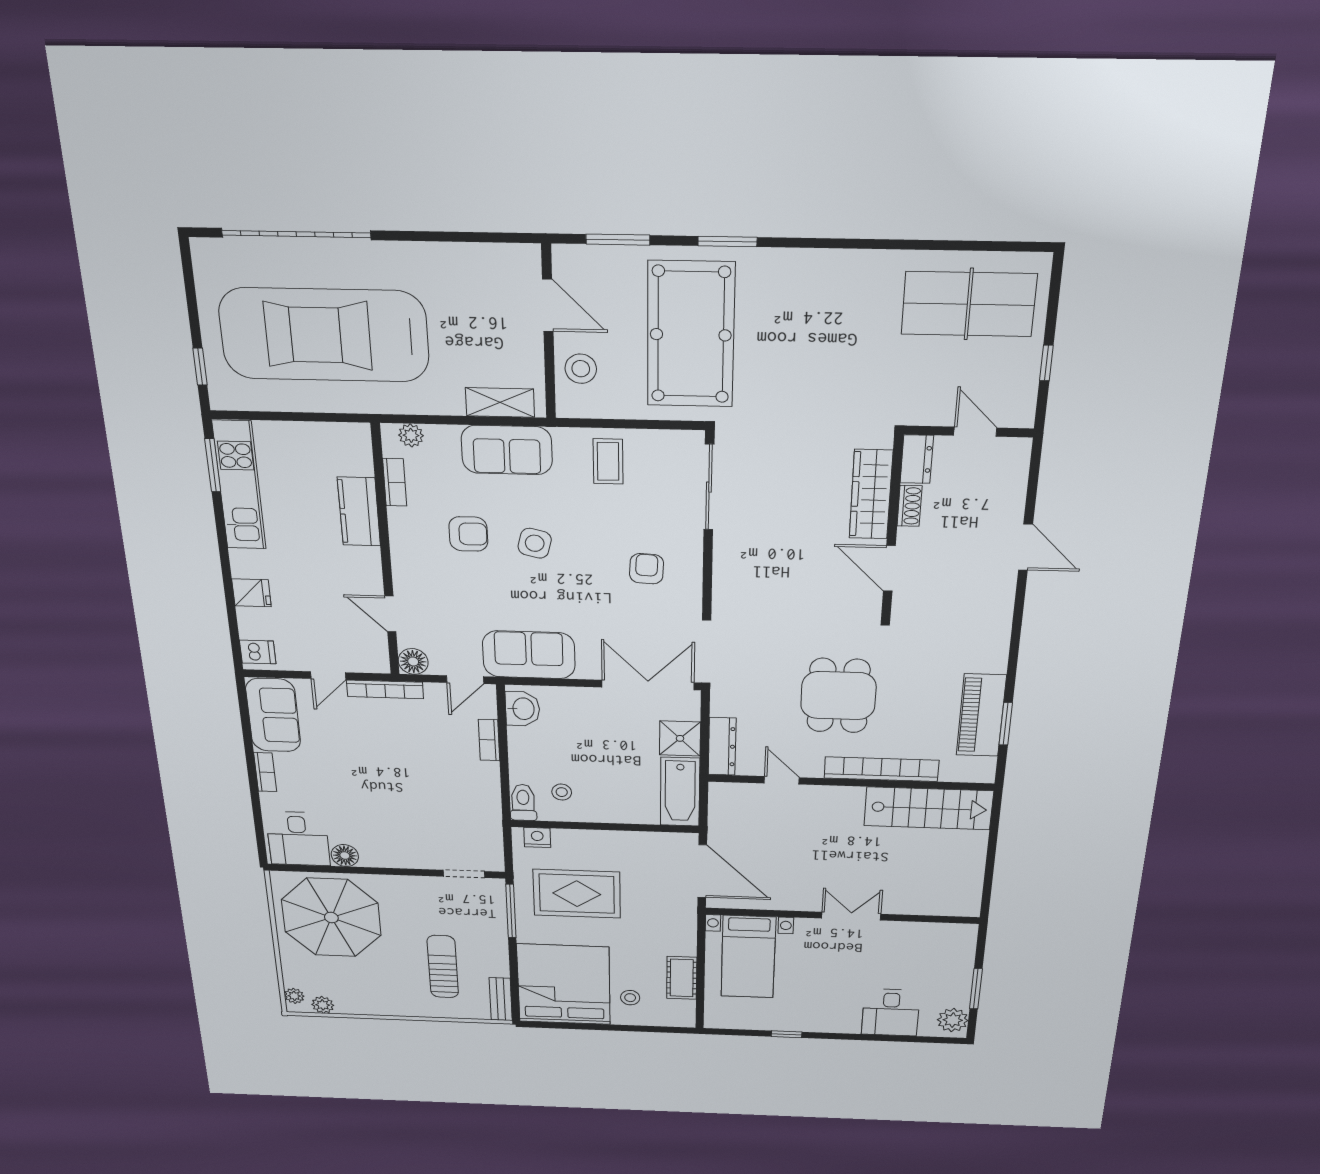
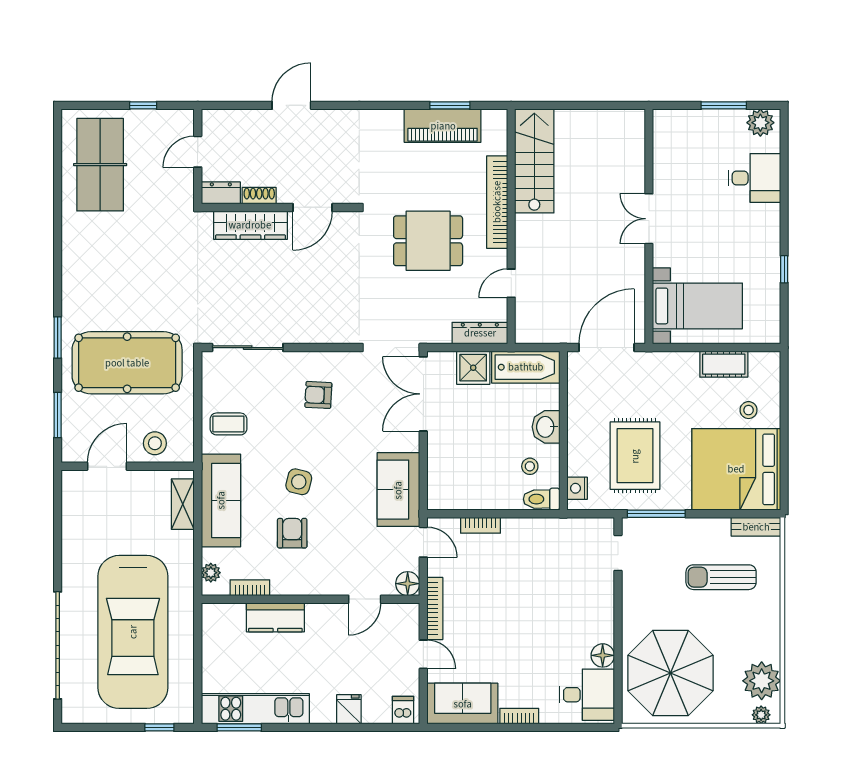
sofa: (507, 450) -> (221, 500), width x1.36
washbasin: (523, 709) -> (546, 427), moved, turned -90
plant: (323, 1005) -> (762, 681), width x1.87, depth x1.87

